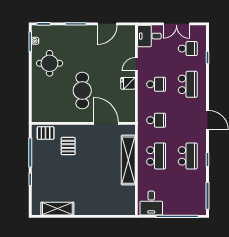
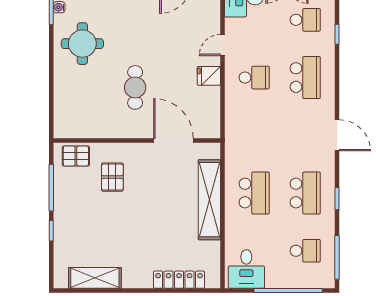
cafe table: (82, 91) -> (135, 87), width x0.73, depth x0.74
school desk: (156, 120) -> (305, 251), moved
locker: (109, 210) -> (179, 280), added

